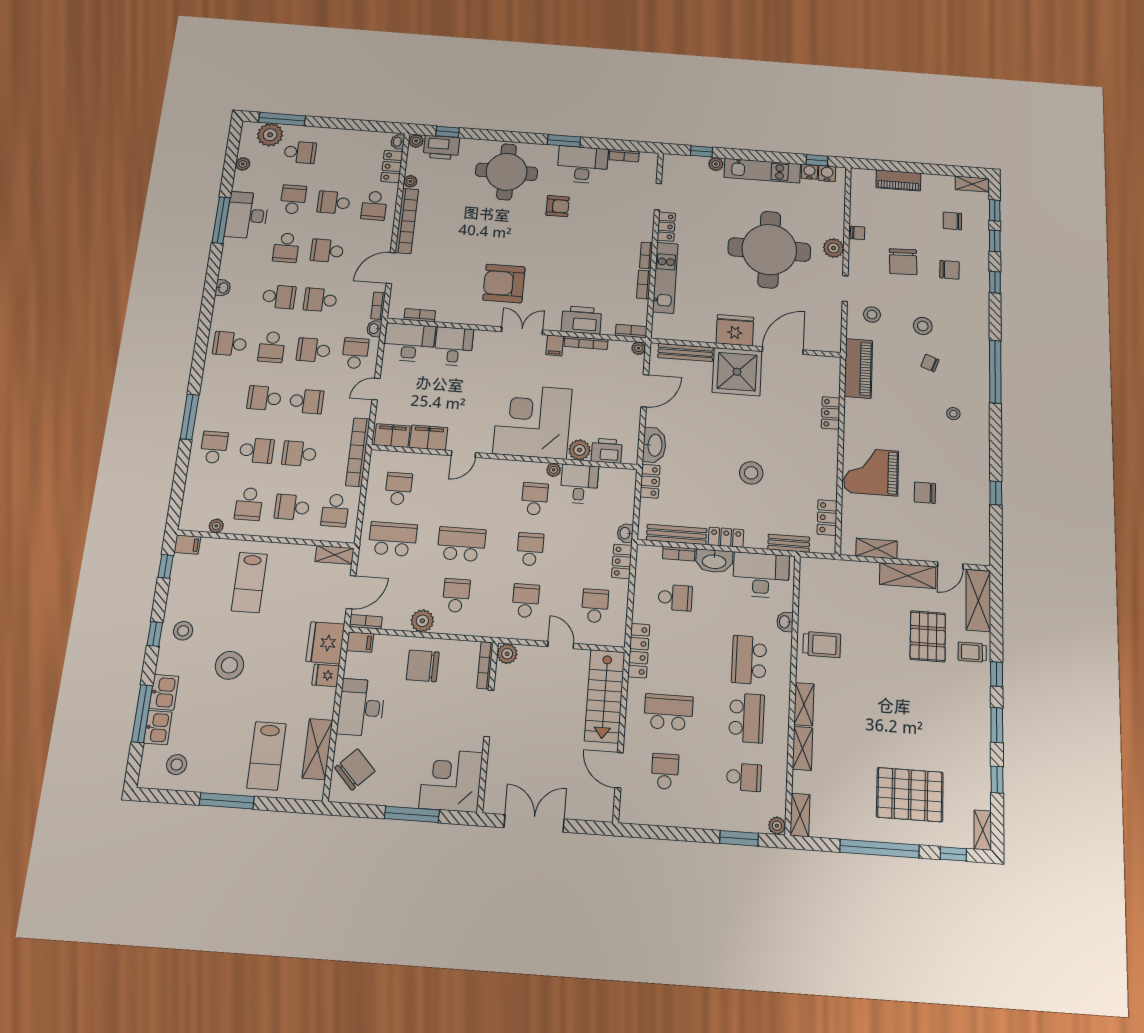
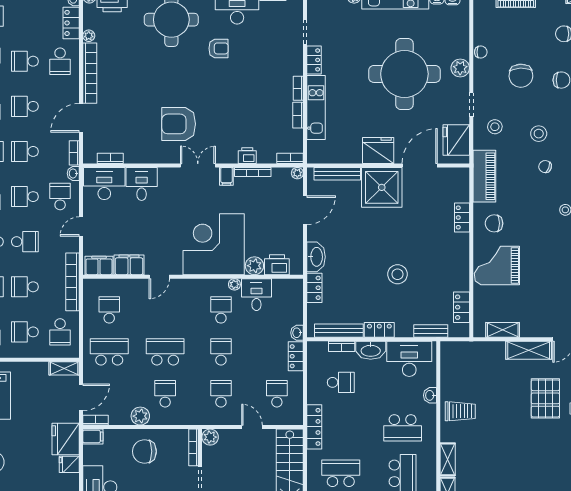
printer: (581, 320) -> (247, 156), width x0.53, depth x0.68
fridge: (827, 326) -> (456, 140), added
chair: (925, 493) -> (494, 223), moved
school desk: (749, 660) -> (403, 428), turned -90

